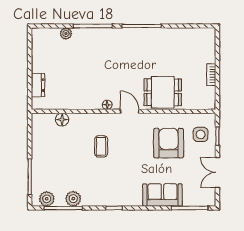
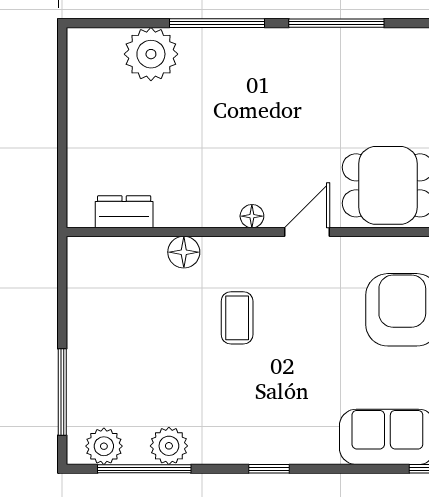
plant: (66, 34) -> (151, 54), width x1.87, depth x1.87
dresser: (38, 85) -> (124, 212), moved, turned -90
door: (130, 111) -> (307, 232), hinge flipped
floor lamp: (62, 120) -> (184, 252), moved

